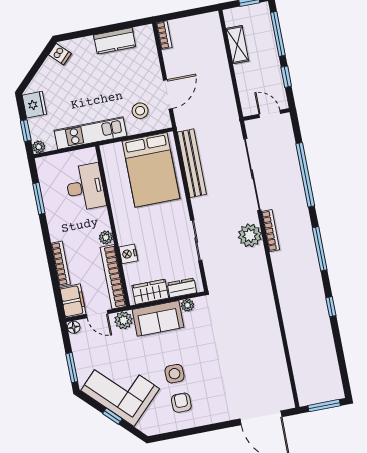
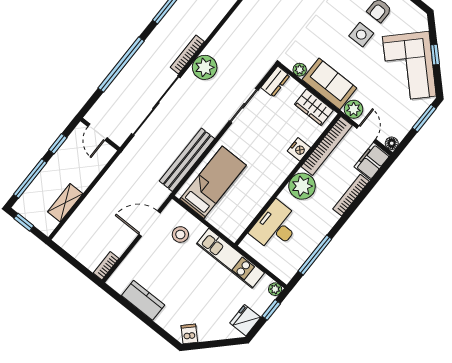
bed: (151, 170) -> (213, 182), width x0.67
window: (39, 198) -> (315, 255), width x1.44
plant: (106, 238) -> (302, 186), width x1.87, depth x1.87
dresser: (182, 288) -> (275, 82), moved, turned -90

